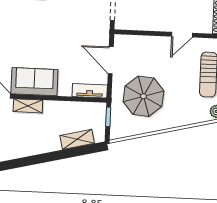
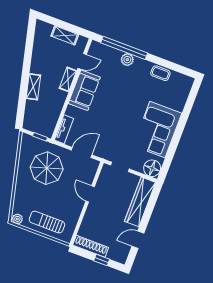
door: (182, 35) -> (90, 194), moved
shelving: (77, 139) -> (33, 87), moved

